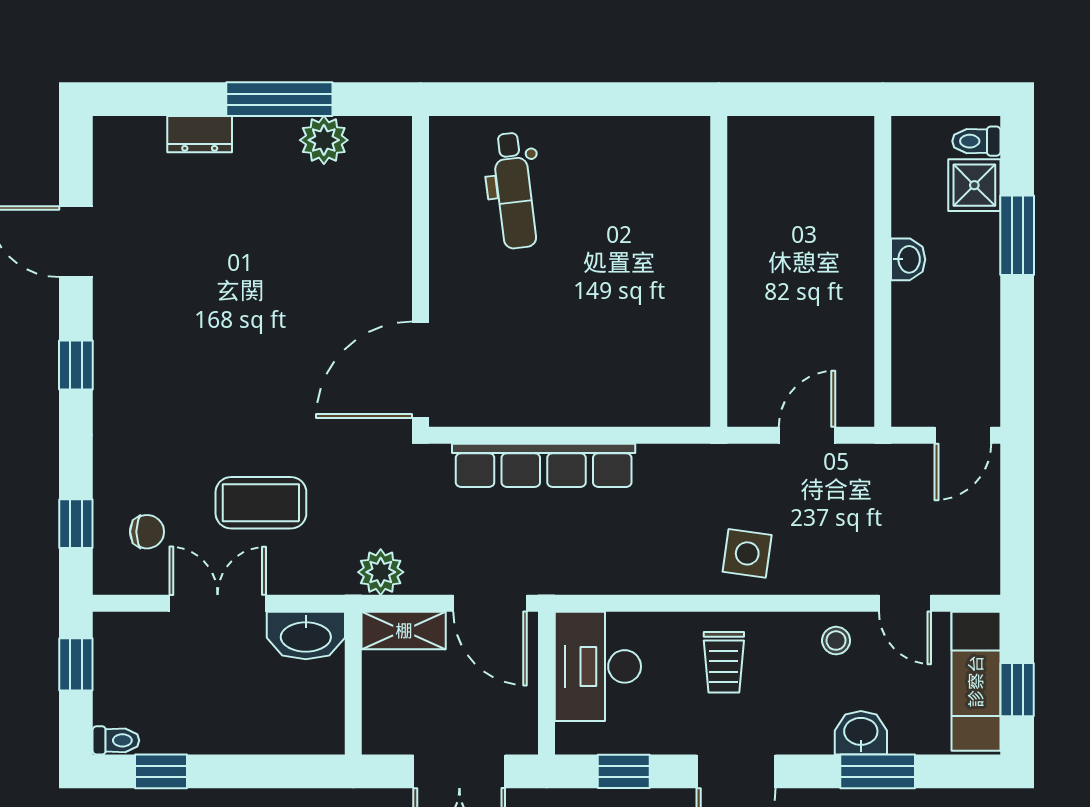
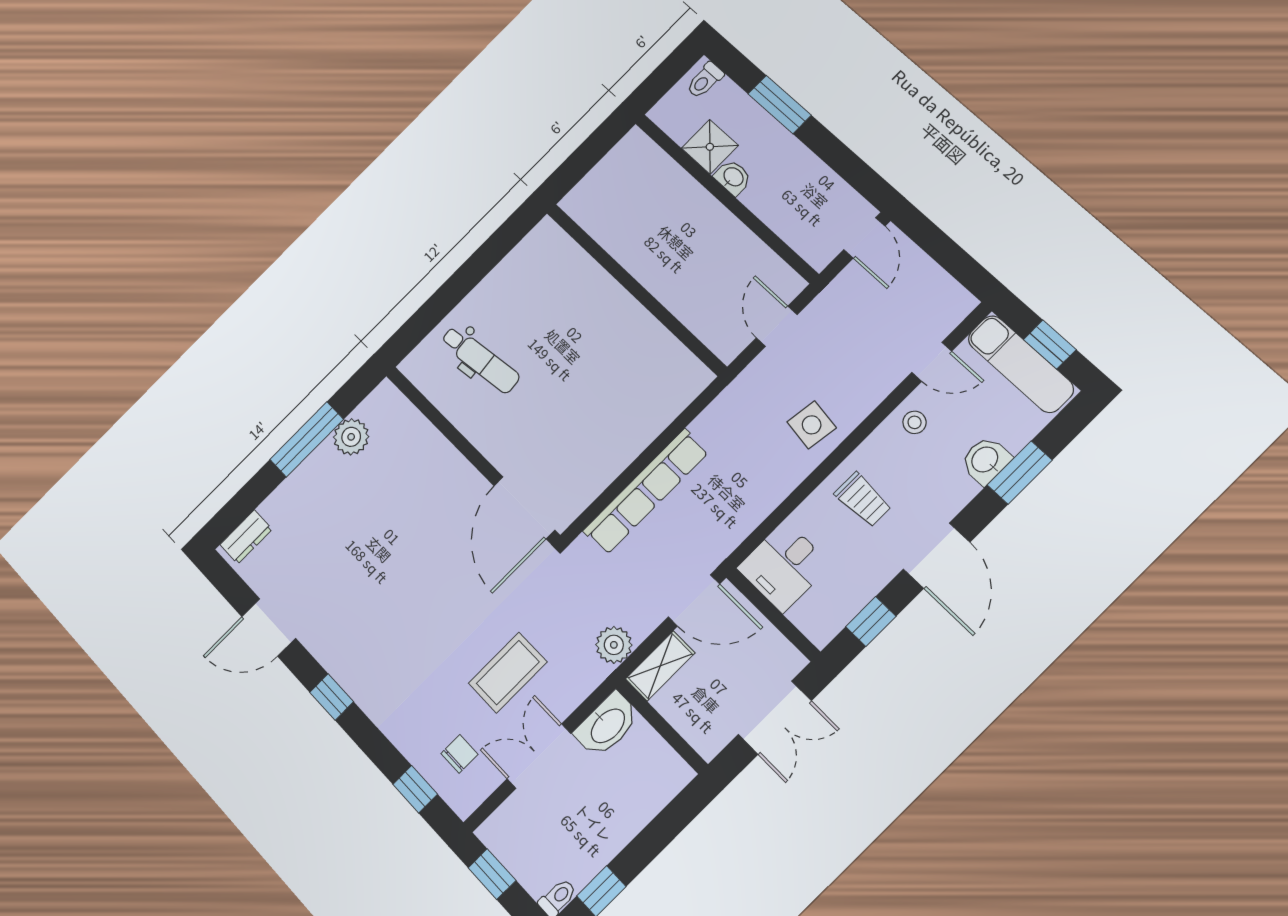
dresser: (200, 134) -> (246, 537), moved
shower: (974, 185) -> (710, 147), moved
desk: (598, 666) -> (784, 566), width x0.73

